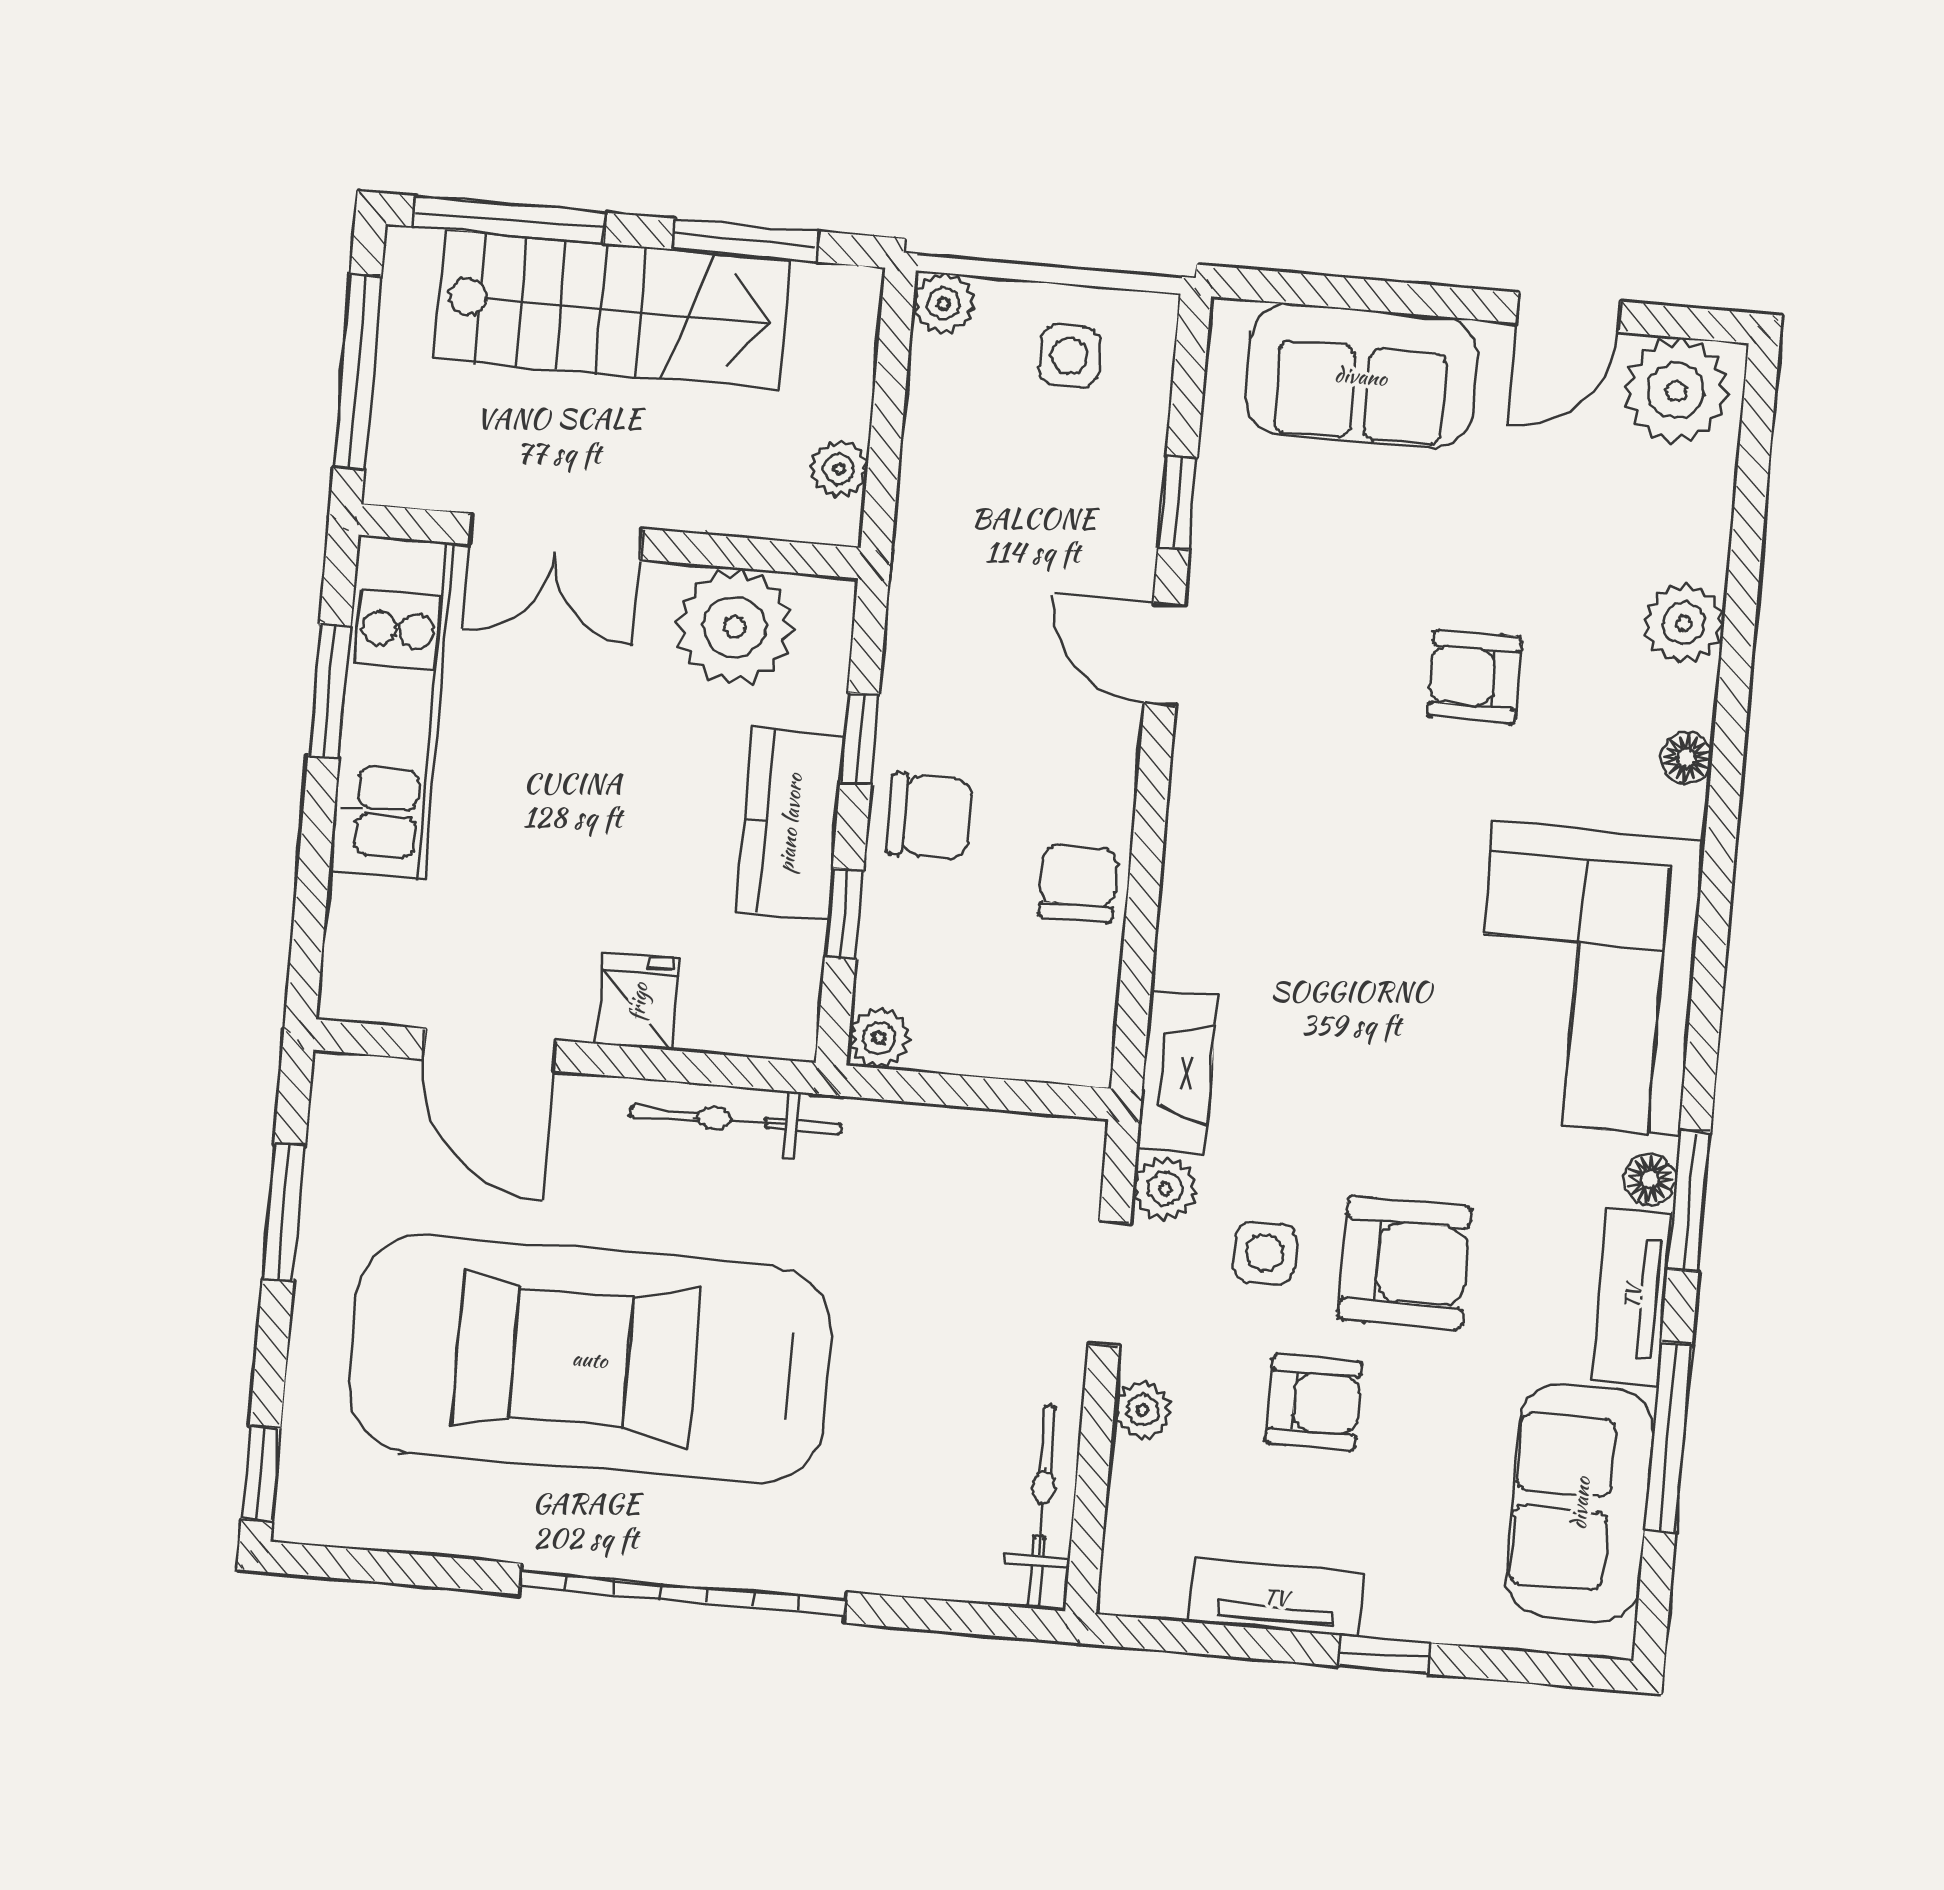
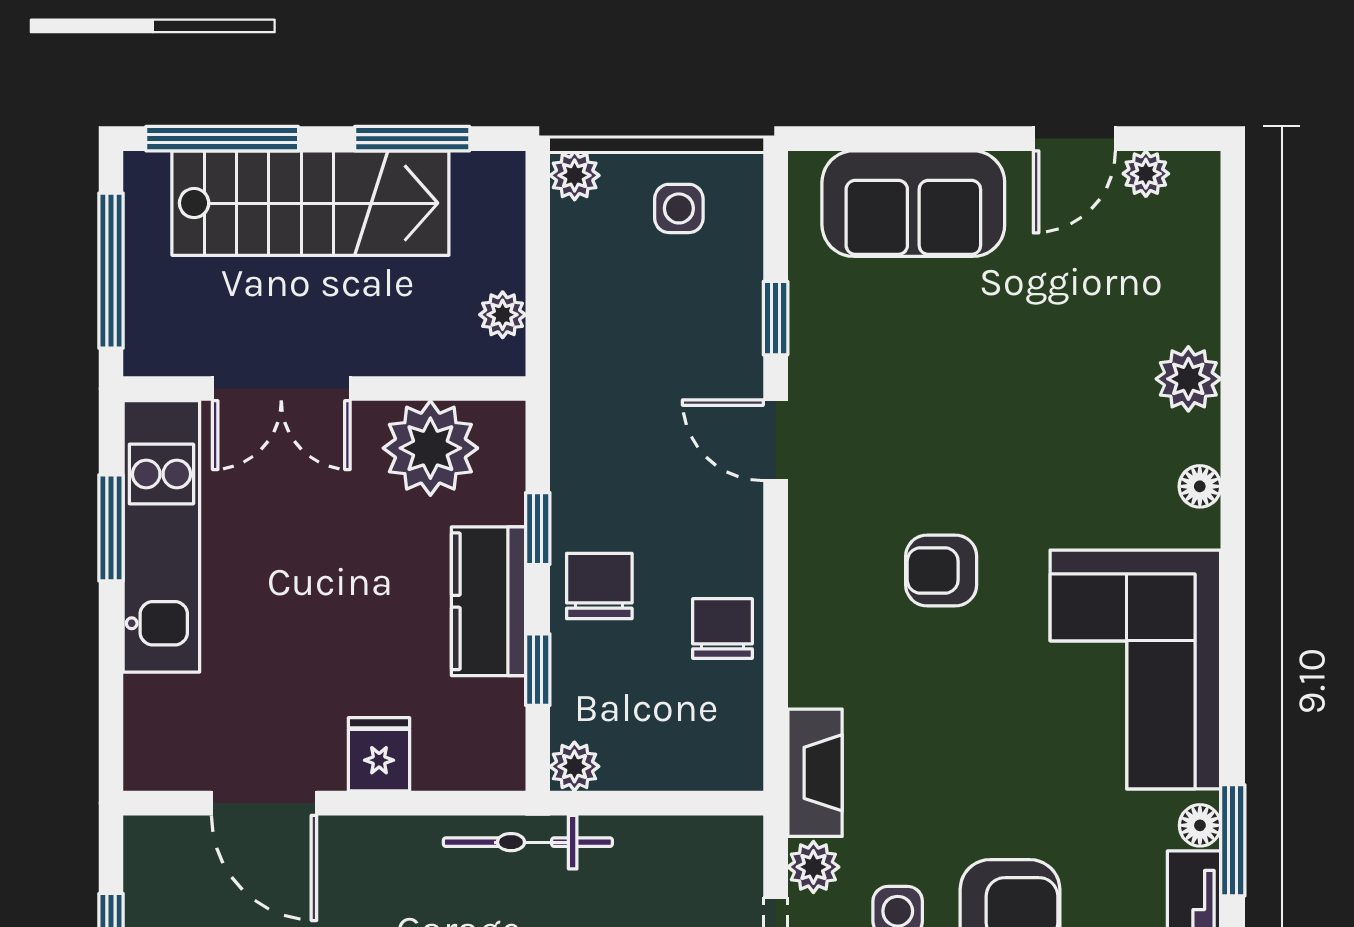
plant: (1676, 391) -> (1146, 174), width x0.53, depth x0.53
armchair: (1474, 677) -> (941, 571), moved
chair: (930, 816) -> (599, 586), turned -90
bicycle: (736, 1120) -> (528, 842), moved

